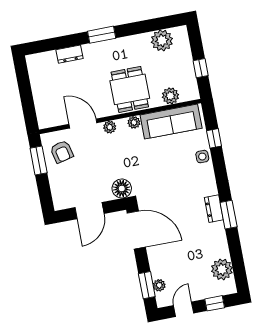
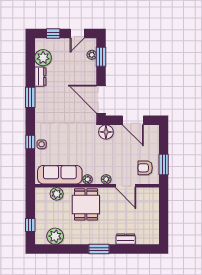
window: (201, 68) -> (30, 225), moved
window: (214, 138) -> (30, 142), moved
armchair: (62, 152) -> (145, 168), turned -77
dresser: (214, 209) -> (40, 77), moved
door: (90, 211) -> (133, 120), swing flipped

